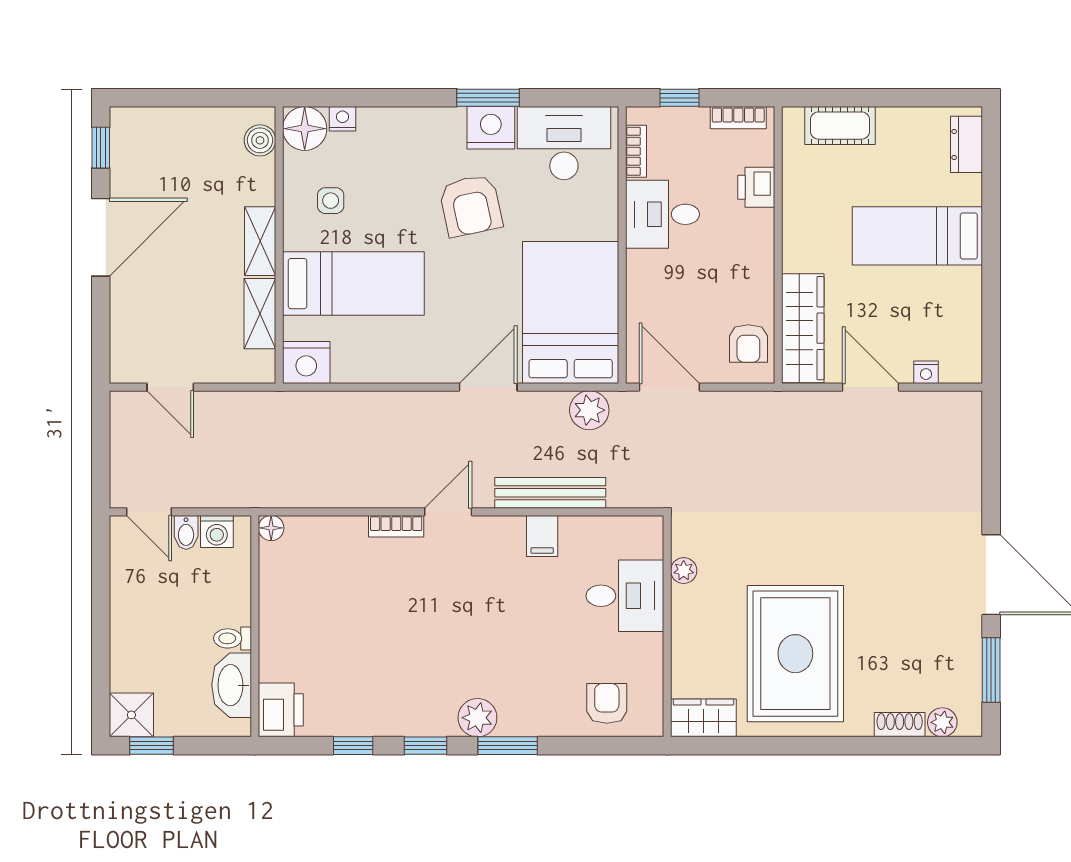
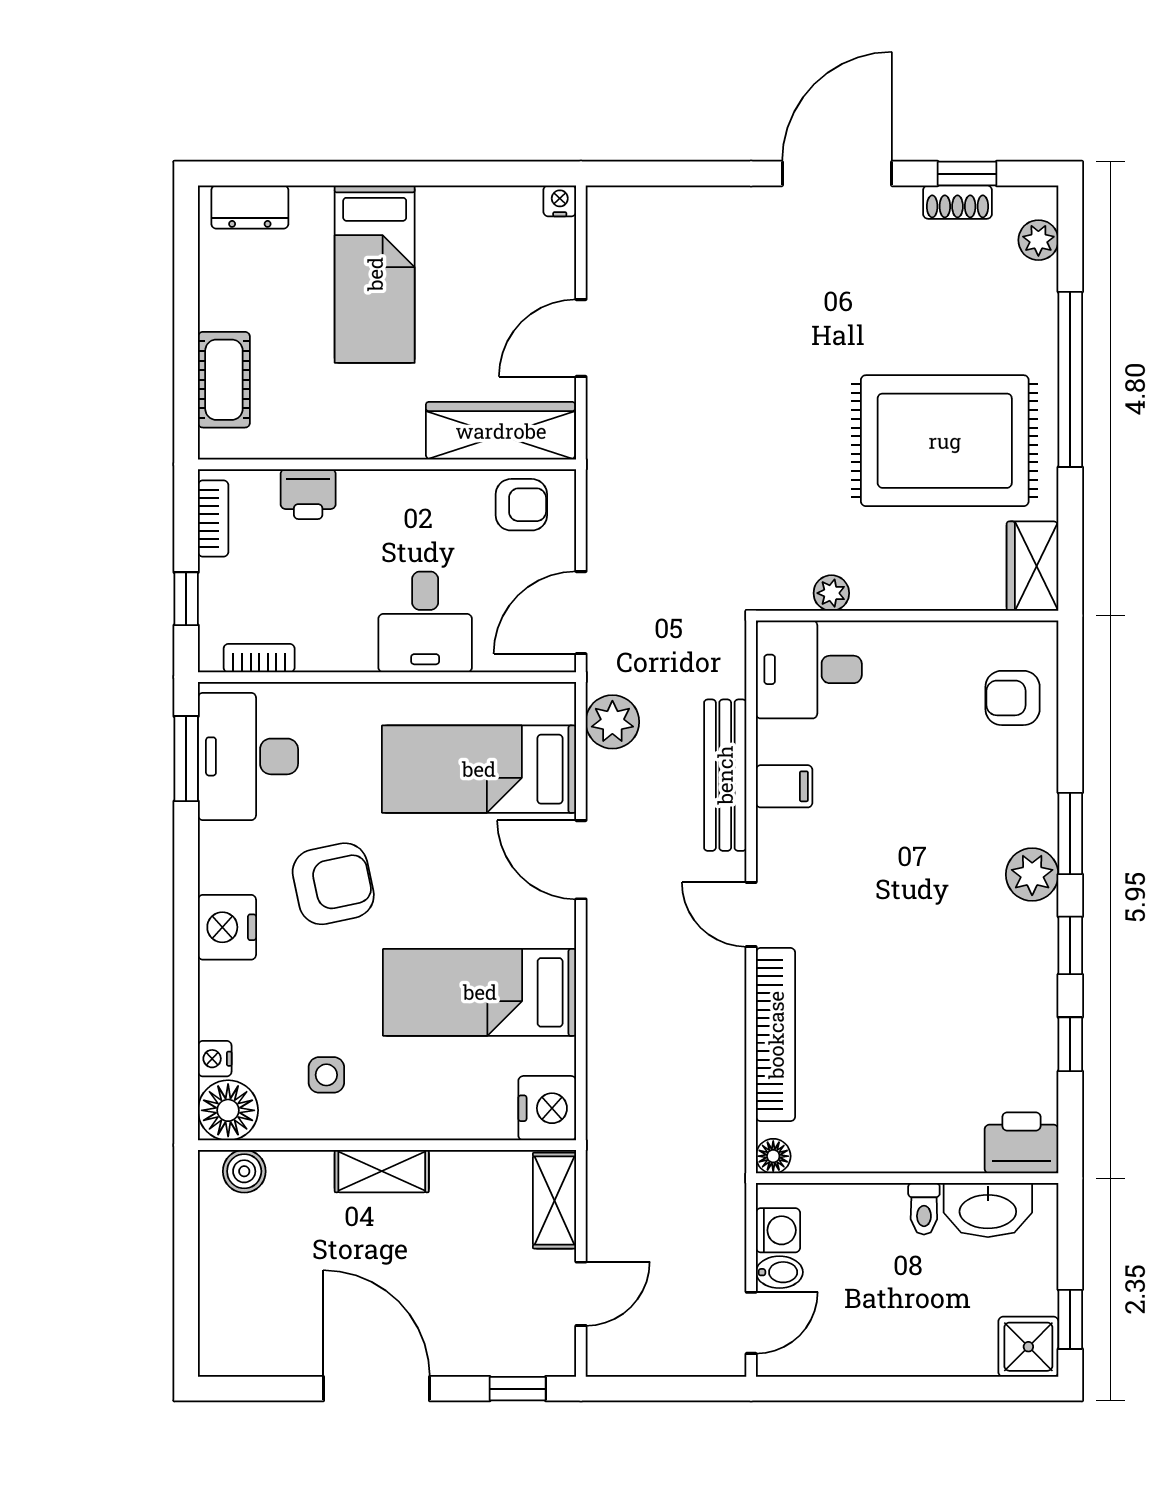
window: (488, 98) -> (186, 759), moved
nightstand: (491, 128) -> (227, 927), moved
window: (101, 148) -> (518, 1389), moved
desk: (662, 214) -> (425, 622), moved
bed: (353, 284) -> (480, 992), moved, turned -90
bed: (571, 312) -> (479, 769), width x0.67
shelving: (260, 314) -> (555, 1201), moved, turned 90
nightstand: (926, 372) -> (560, 201), moved, turned -90
bookcase: (396, 526) -> (776, 1035), width x2.31, depth x1.31
desk: (625, 596) -> (809, 669), moved, turned -90
window: (991, 670) -> (967, 174), width x0.67
shoe rack: (900, 725) -> (958, 202), moved, turned -90
window: (840, 746) -> (1070, 379), added

